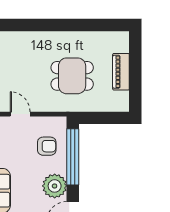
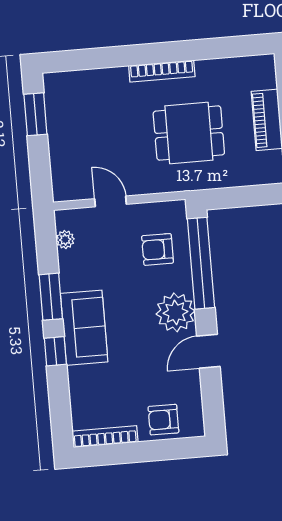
bookcase: (59, 36) -> (162, 71), added
armchair: (47, 146) -> (158, 249), turned 180

